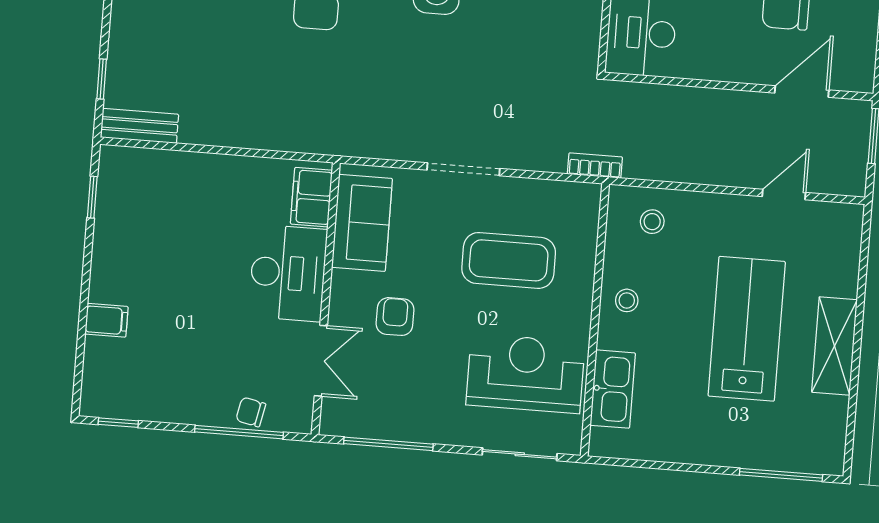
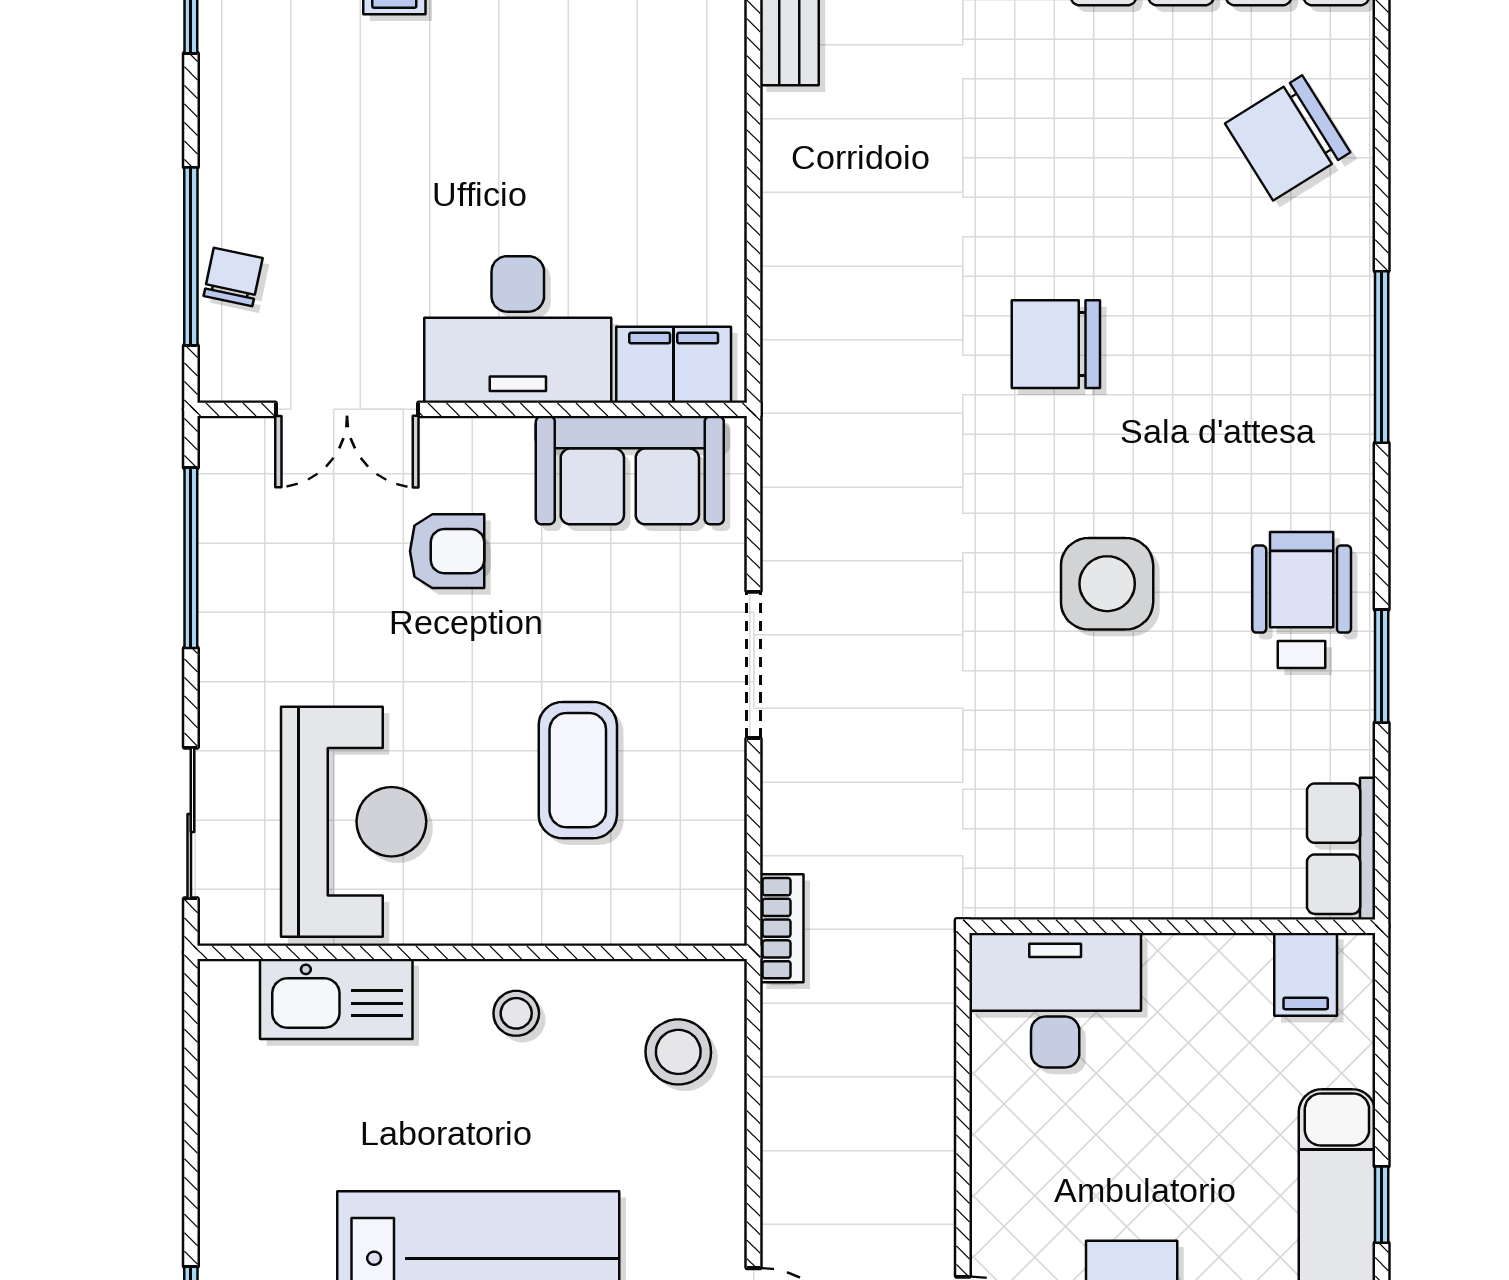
stool: (652, 222) -> (678, 1052), width x1.37, depth x1.37
coffee table: (509, 260) -> (578, 770), width x0.73, depth x0.76

